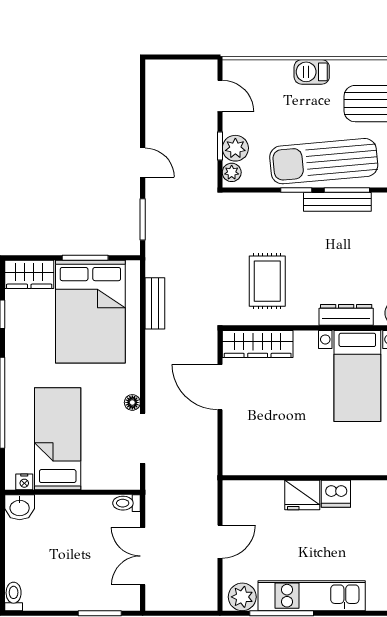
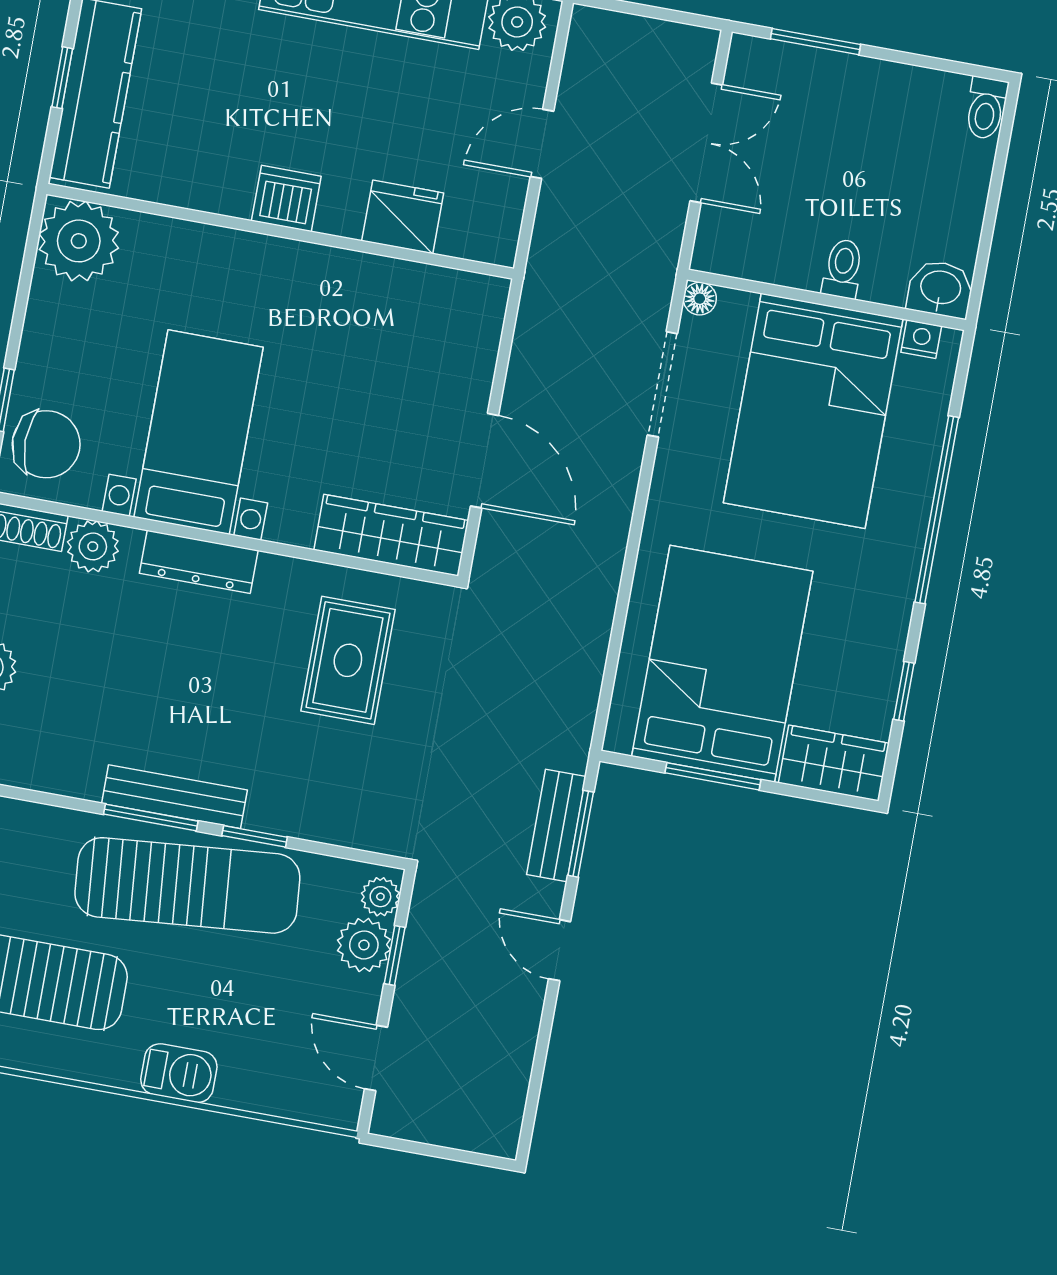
bench: (155, 303) -> (556, 825), moved
floor lamp: (132, 402) -> (700, 299), moved
bed: (58, 439) -> (813, 411), width x1.50
fridge: (302, 495) -> (403, 217), moved
toilet: (126, 503) -> (843, 269), moved, turned -90

